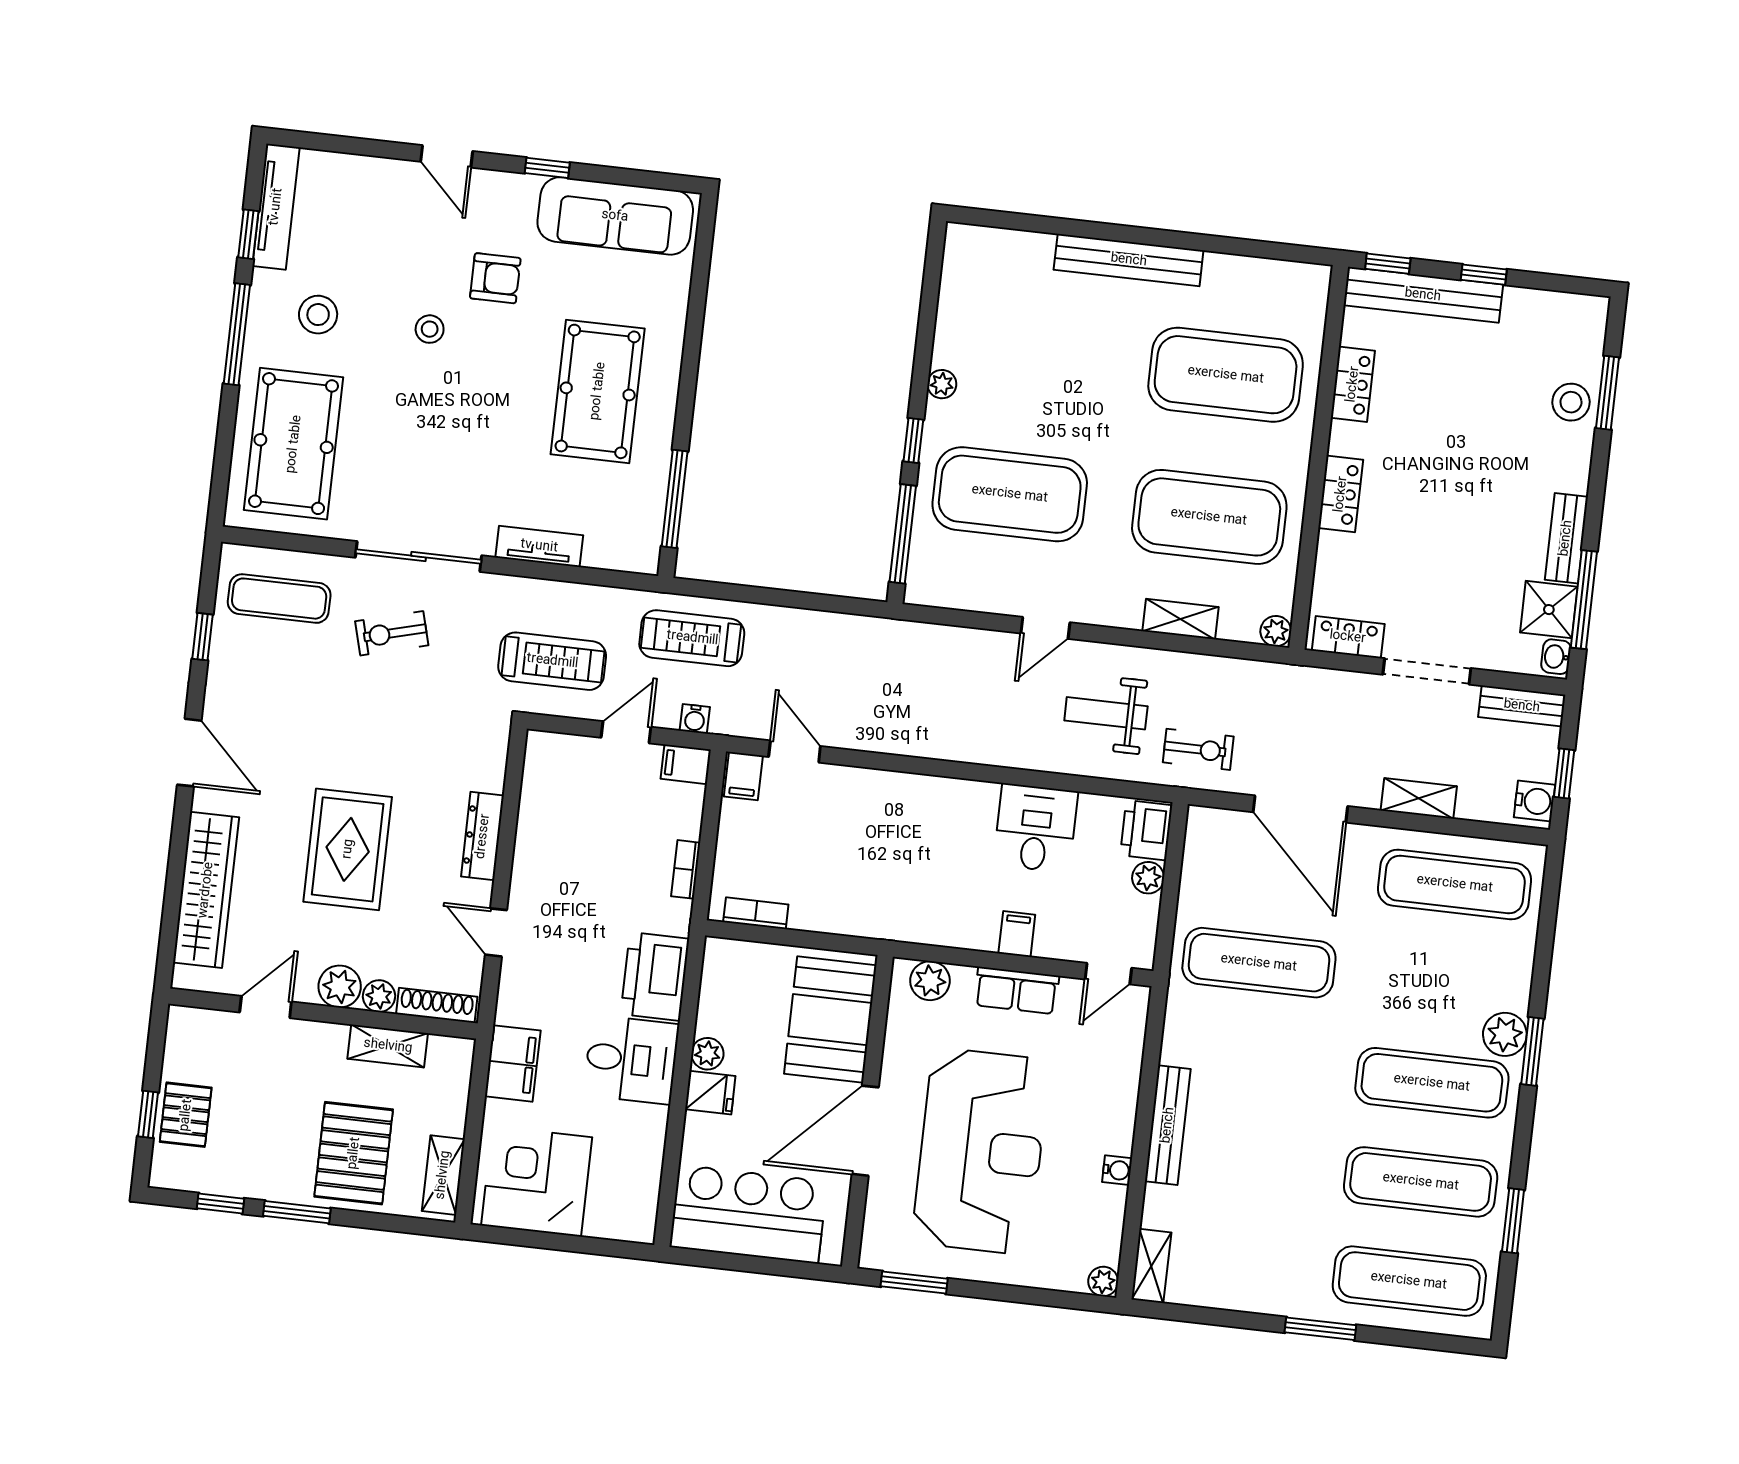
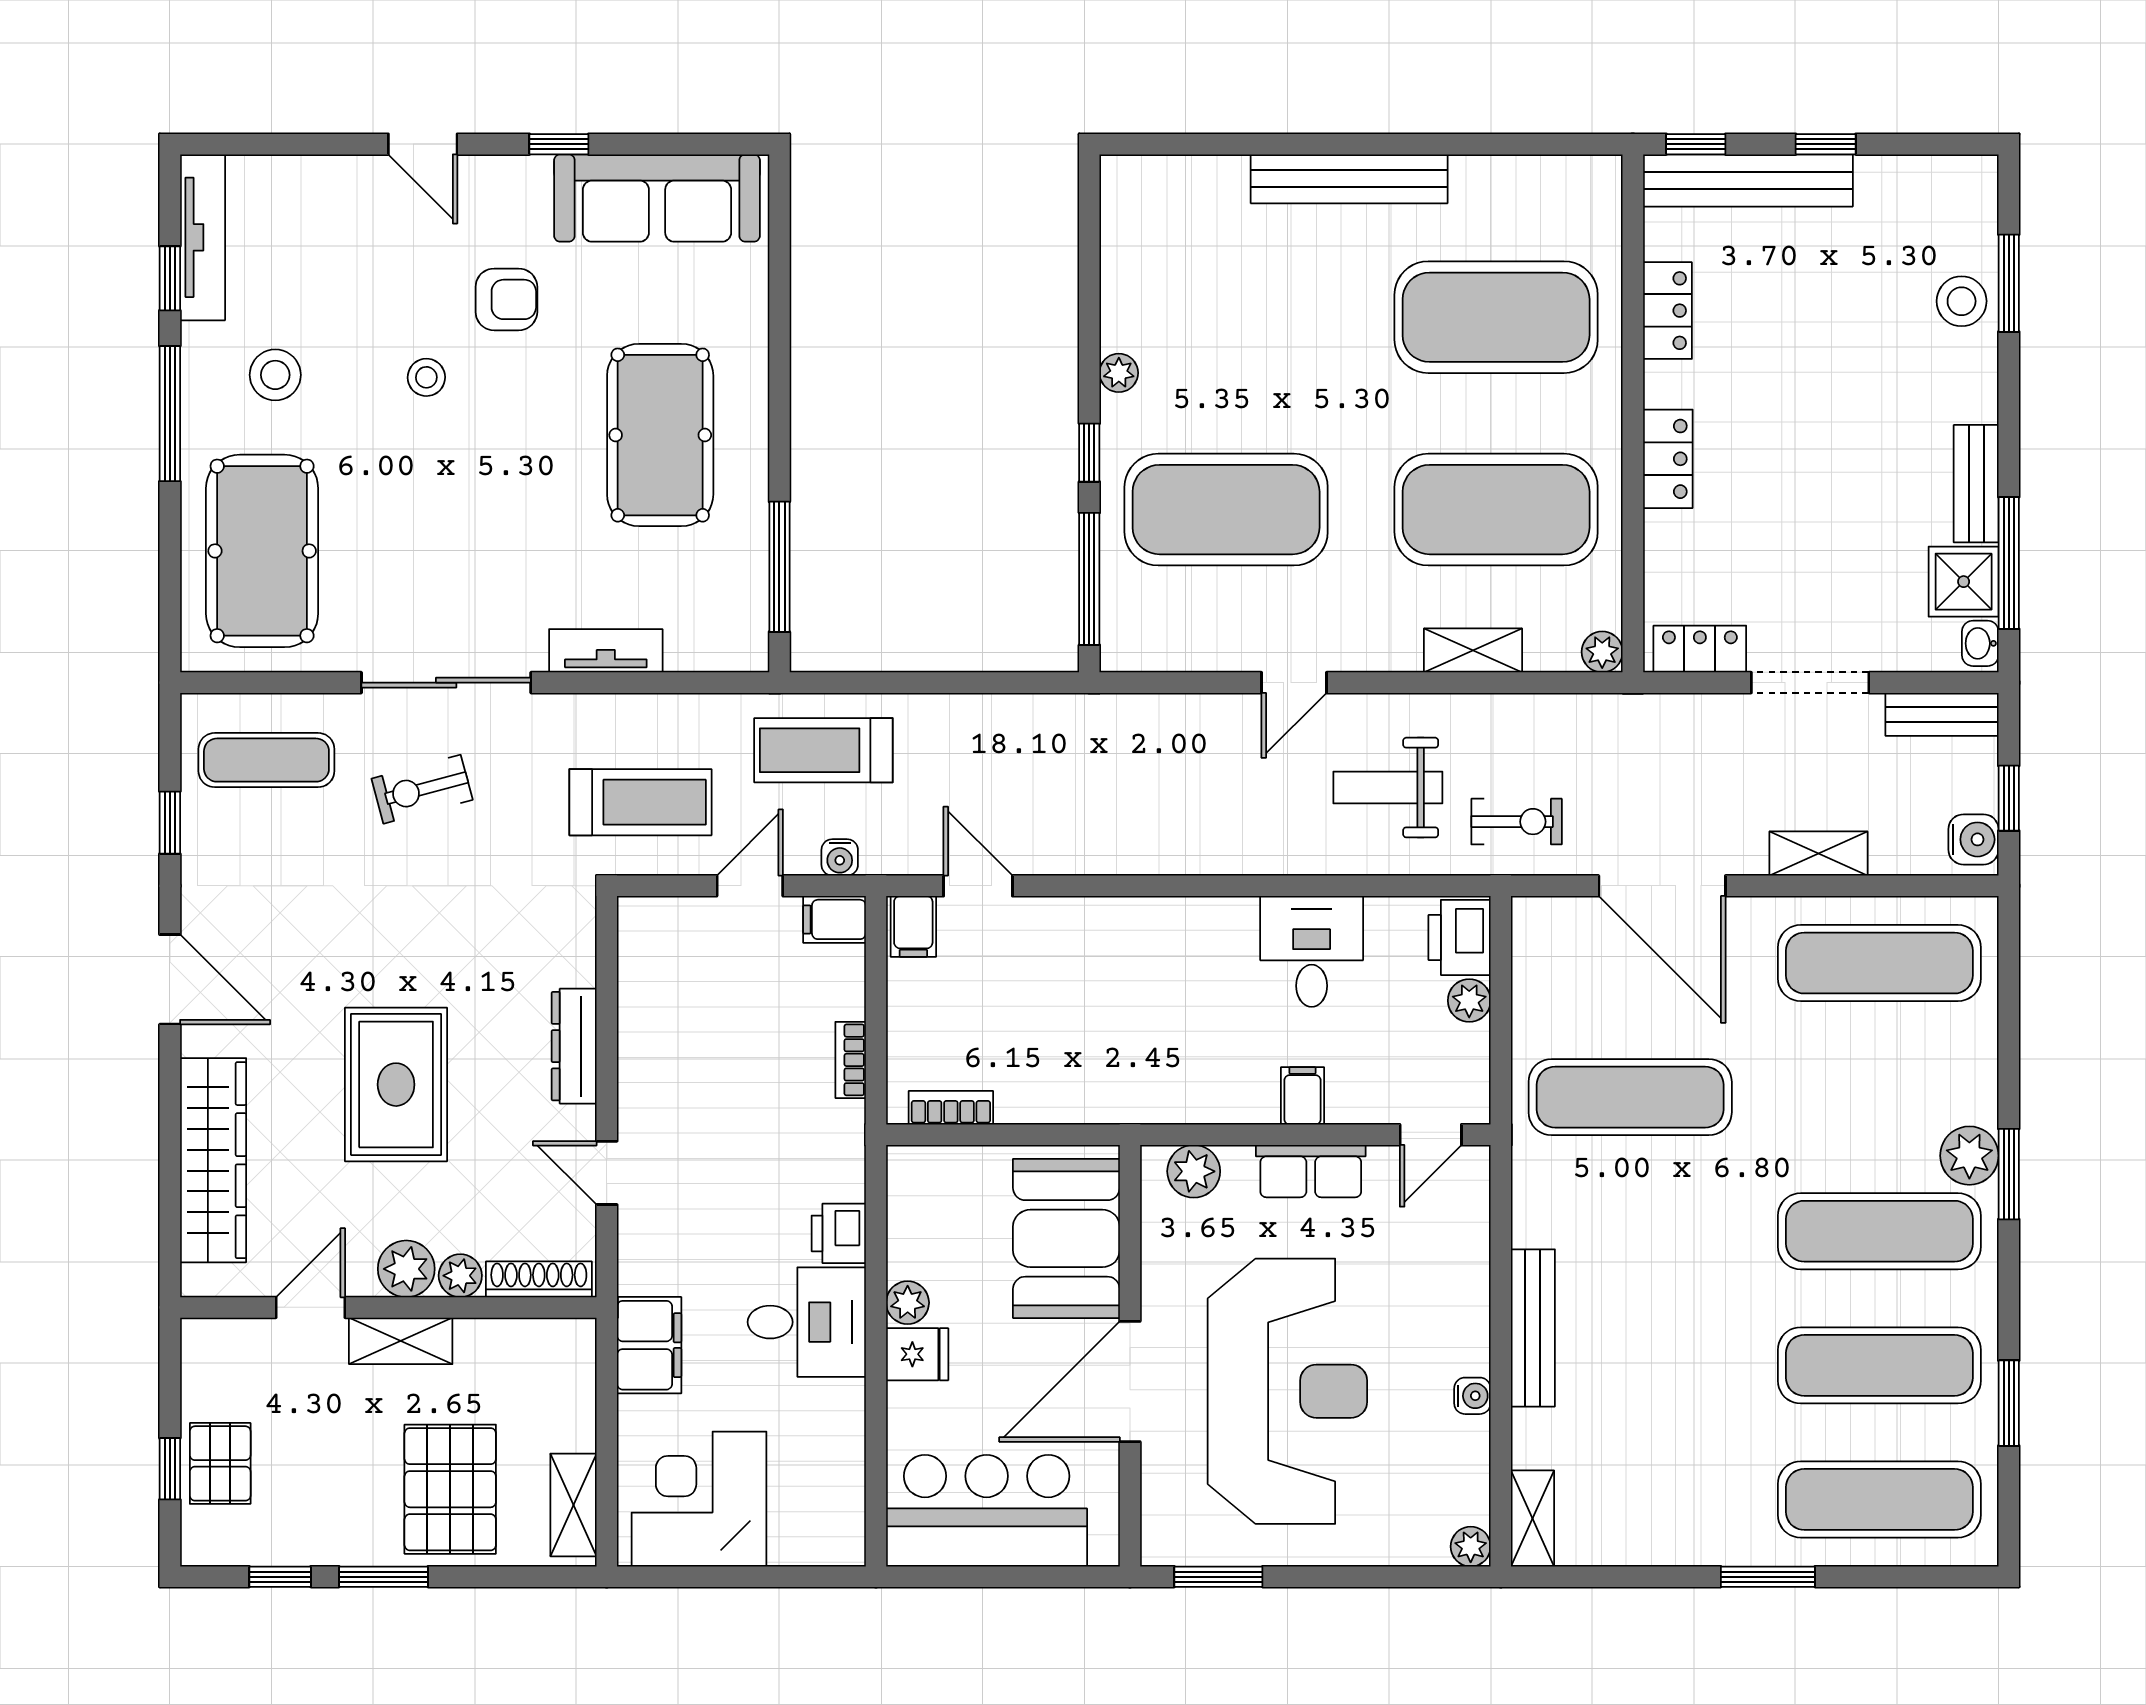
printer: (655, 976) -> (839, 1233), width x0.53, depth x0.68
shelving: (388, 1046) -> (401, 1341), moved

